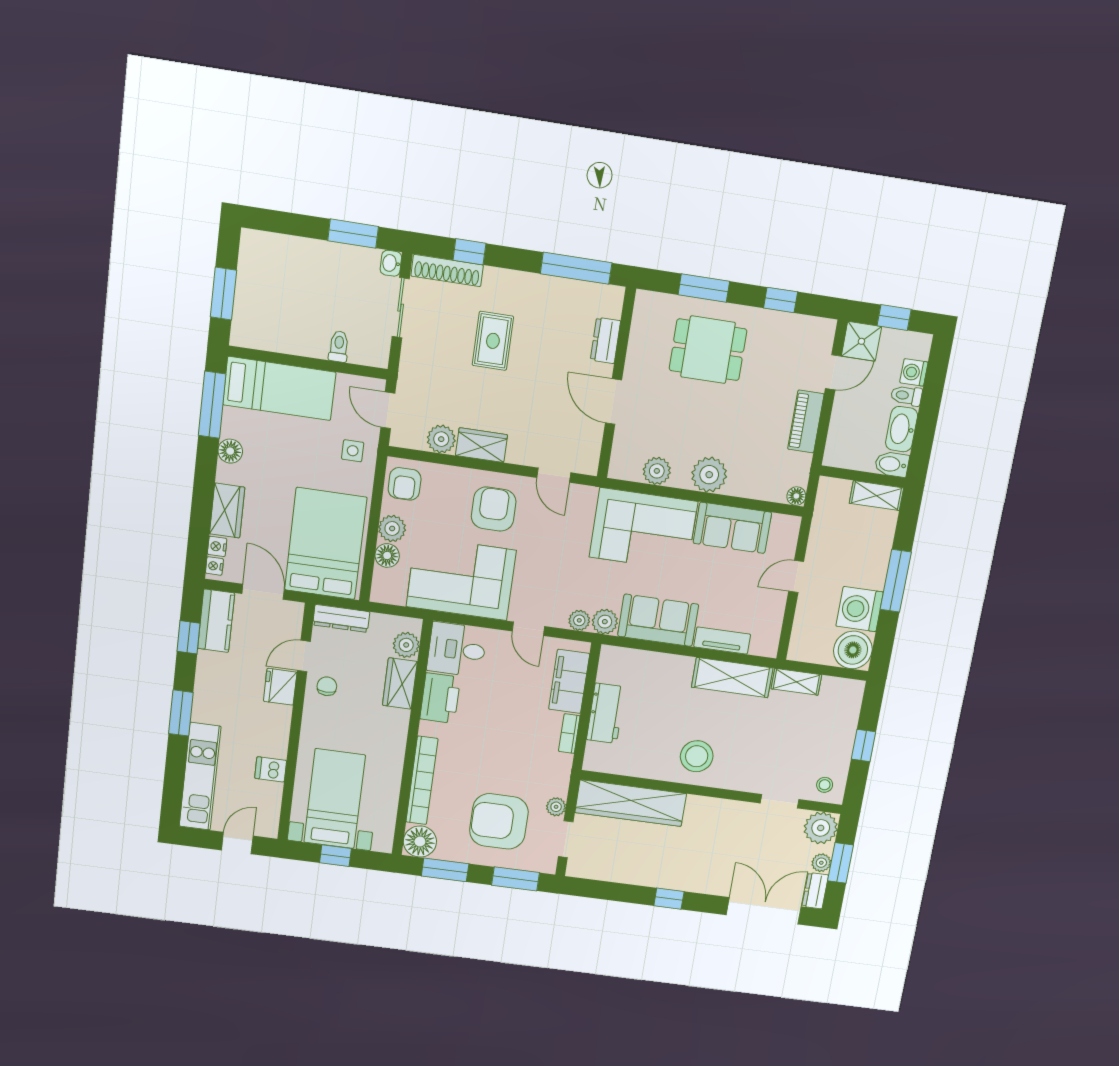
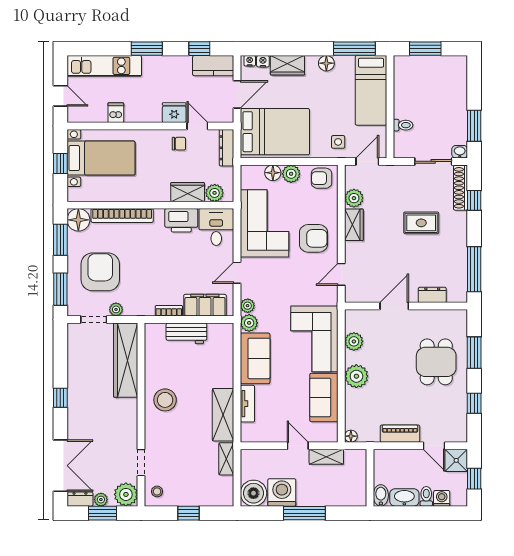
shelving: (876, 496) -> (326, 457), moved, turned 90

